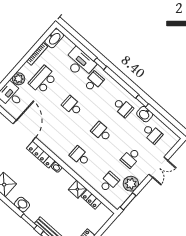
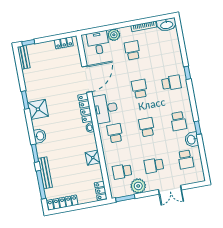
desk: (79, 63) -> (106, 108), moved, turned 180
school desk: (43, 80) -> (132, 50), width x0.54
school desk: (109, 182) -> (122, 171), turned 180
locker: (91, 199) -> (101, 191), moved

